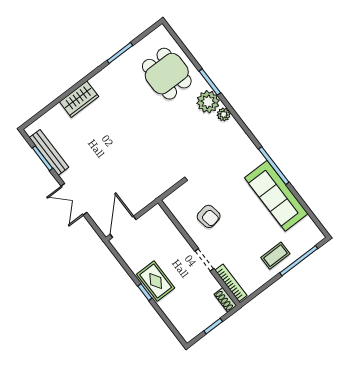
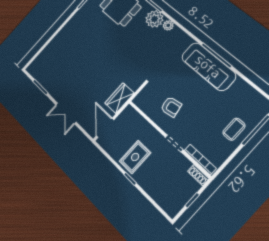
wardrobe: (79, 99) -> (119, 98), moved, turned 180
bench: (49, 152) -> (44, 82), removed
sofa: (276, 196) -> (208, 66), moved
rug: (156, 281) -> (135, 157), moved, turned 90

